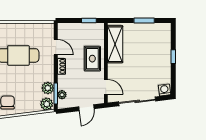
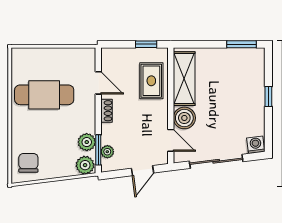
window: (144, 21) -> (242, 44), moved
rug: (92, 59) -> (151, 81), moved
boiler: (115, 71) -> (184, 118), added

